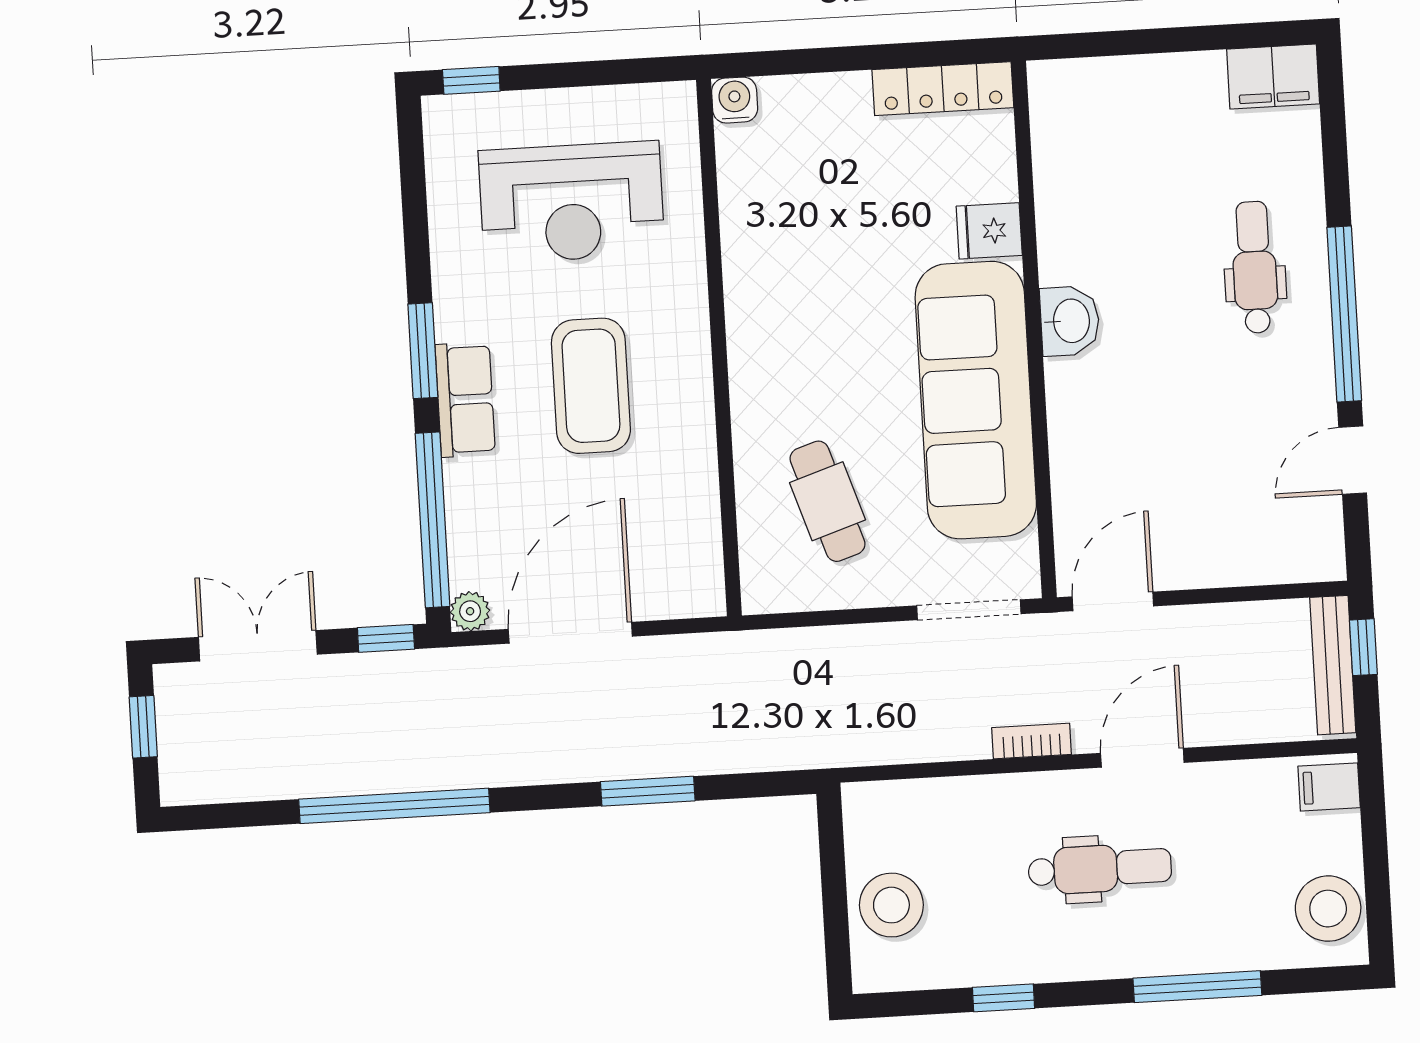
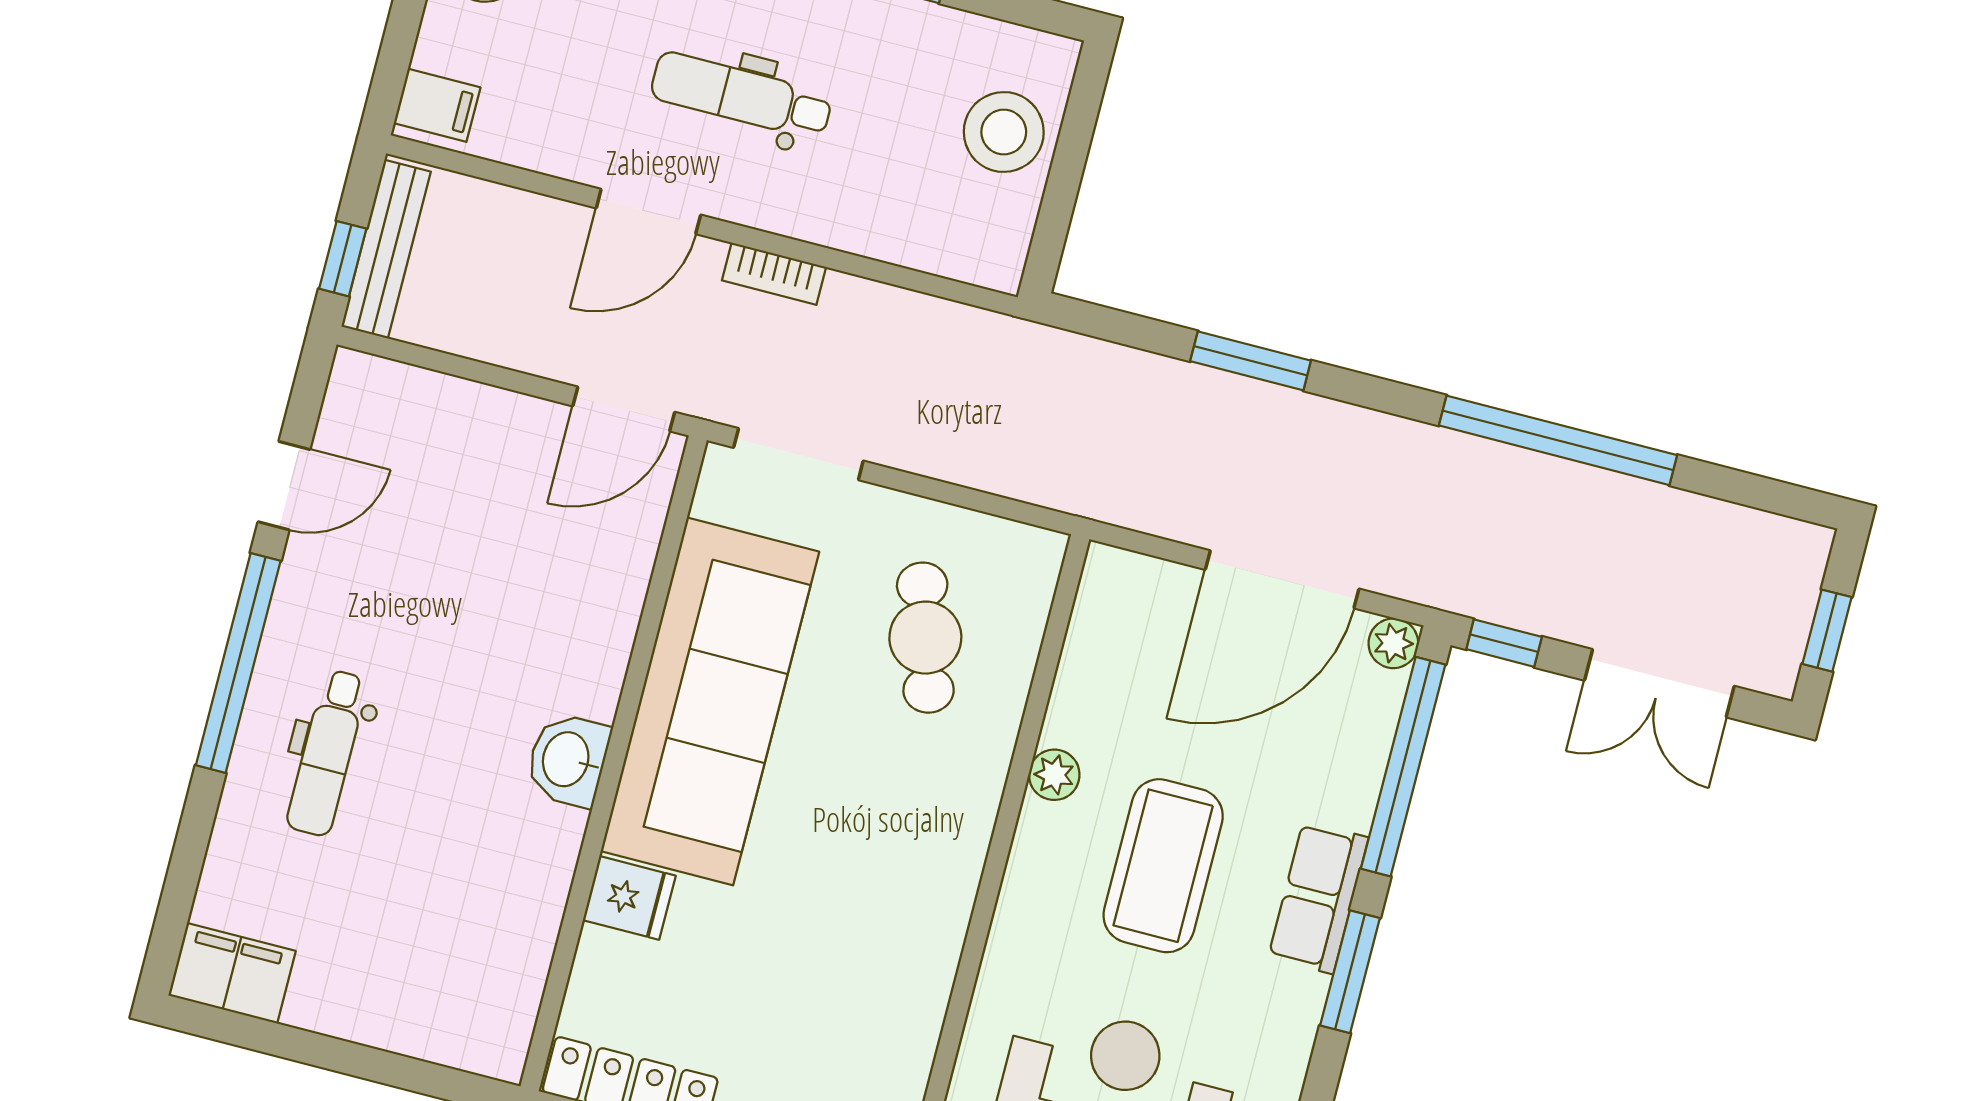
plant: (696, 428) -> (1054, 775), added

